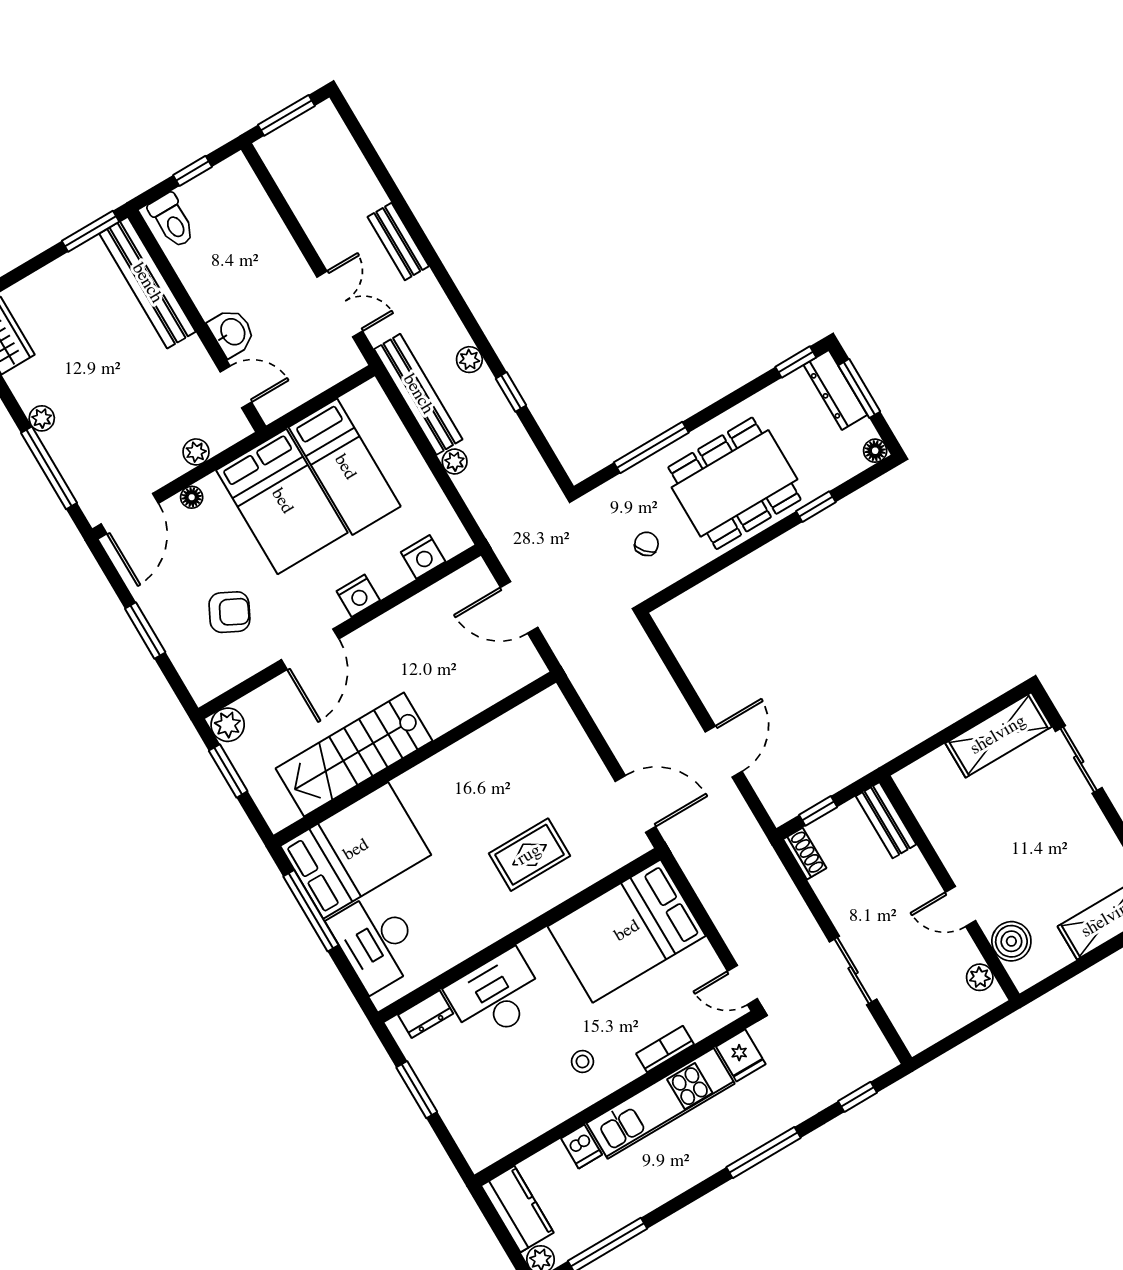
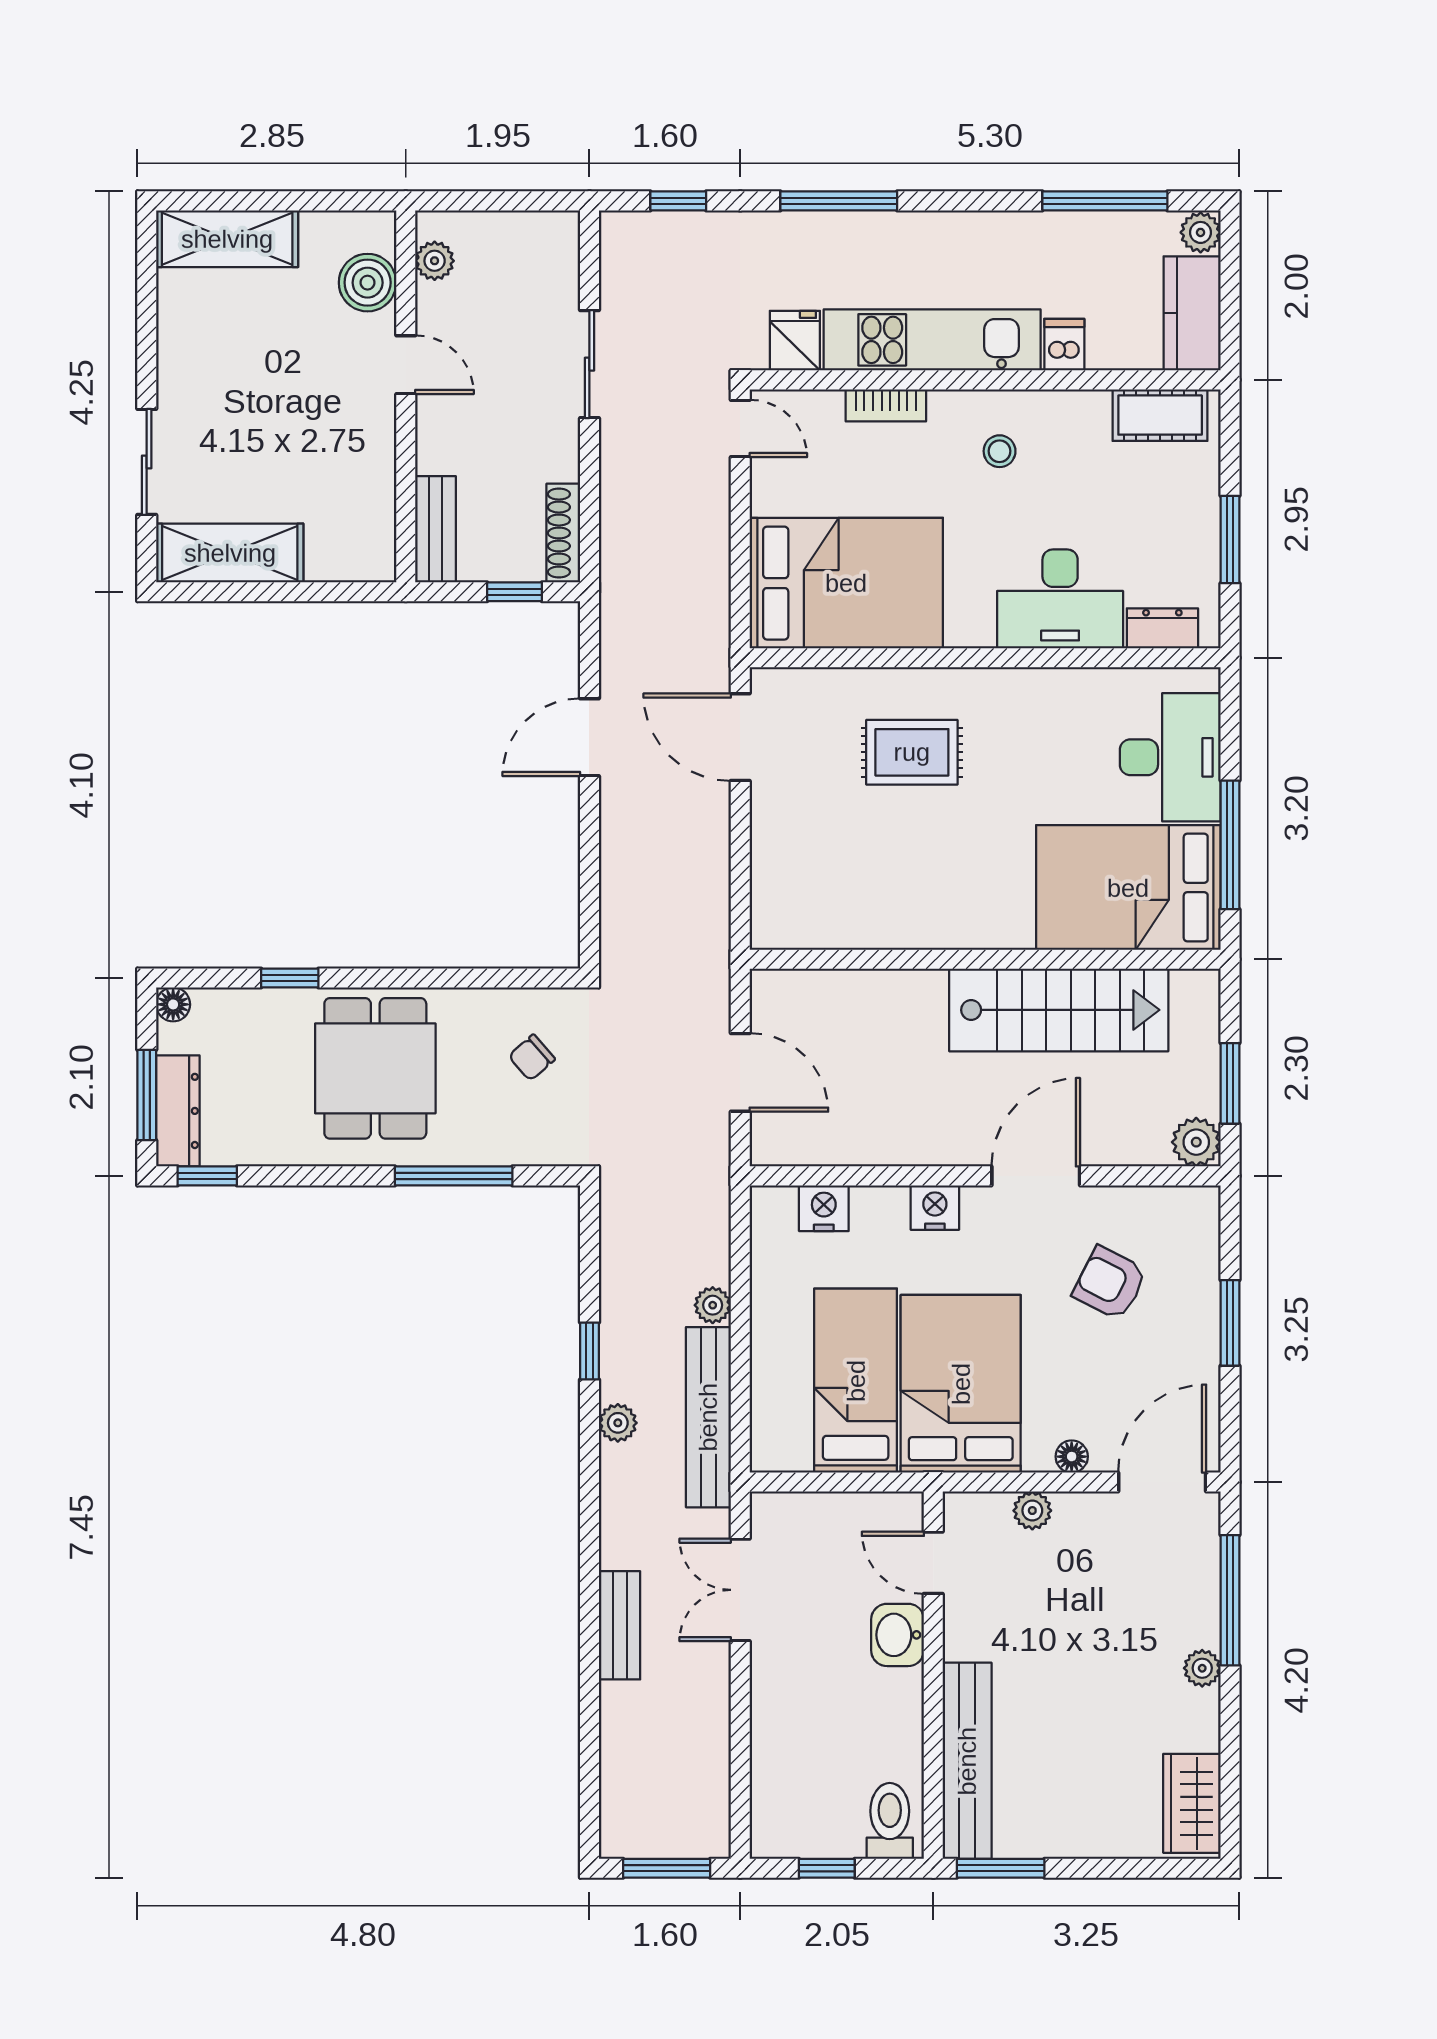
dining table: (734, 483) -> (375, 1068), width x0.73
shoe rack: (805, 854) -> (563, 533), width x1.43
cot: (501, 1138) -> (1160, 415), added

